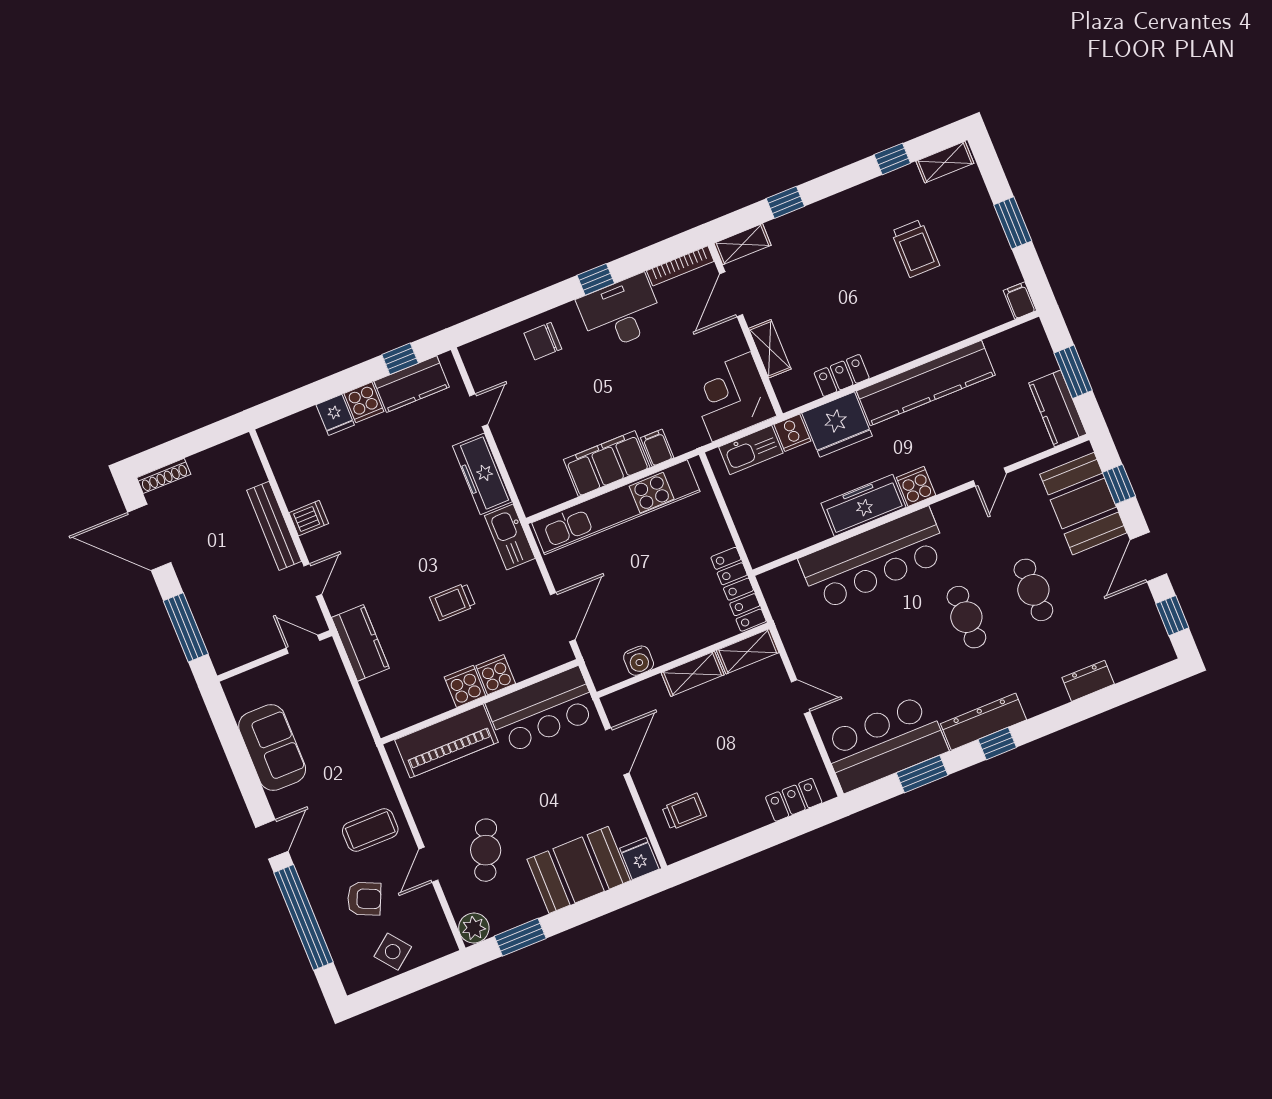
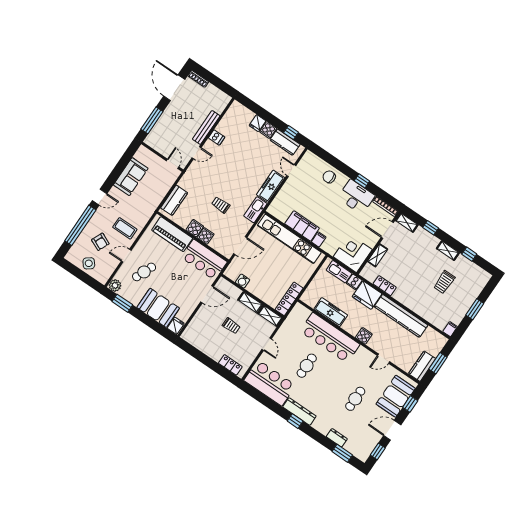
shelving: (945, 162) -> (448, 251), moved
door: (479, 410) -> (291, 171), swing flipped
freezer: (864, 505) -> (331, 312), moved
cafe table: (966, 617) -> (307, 366), moved
kitchen counter: (360, 643) -> (174, 200), moved
window: (922, 774) -> (342, 453), moved
trolley: (684, 812) -> (231, 326), moved

